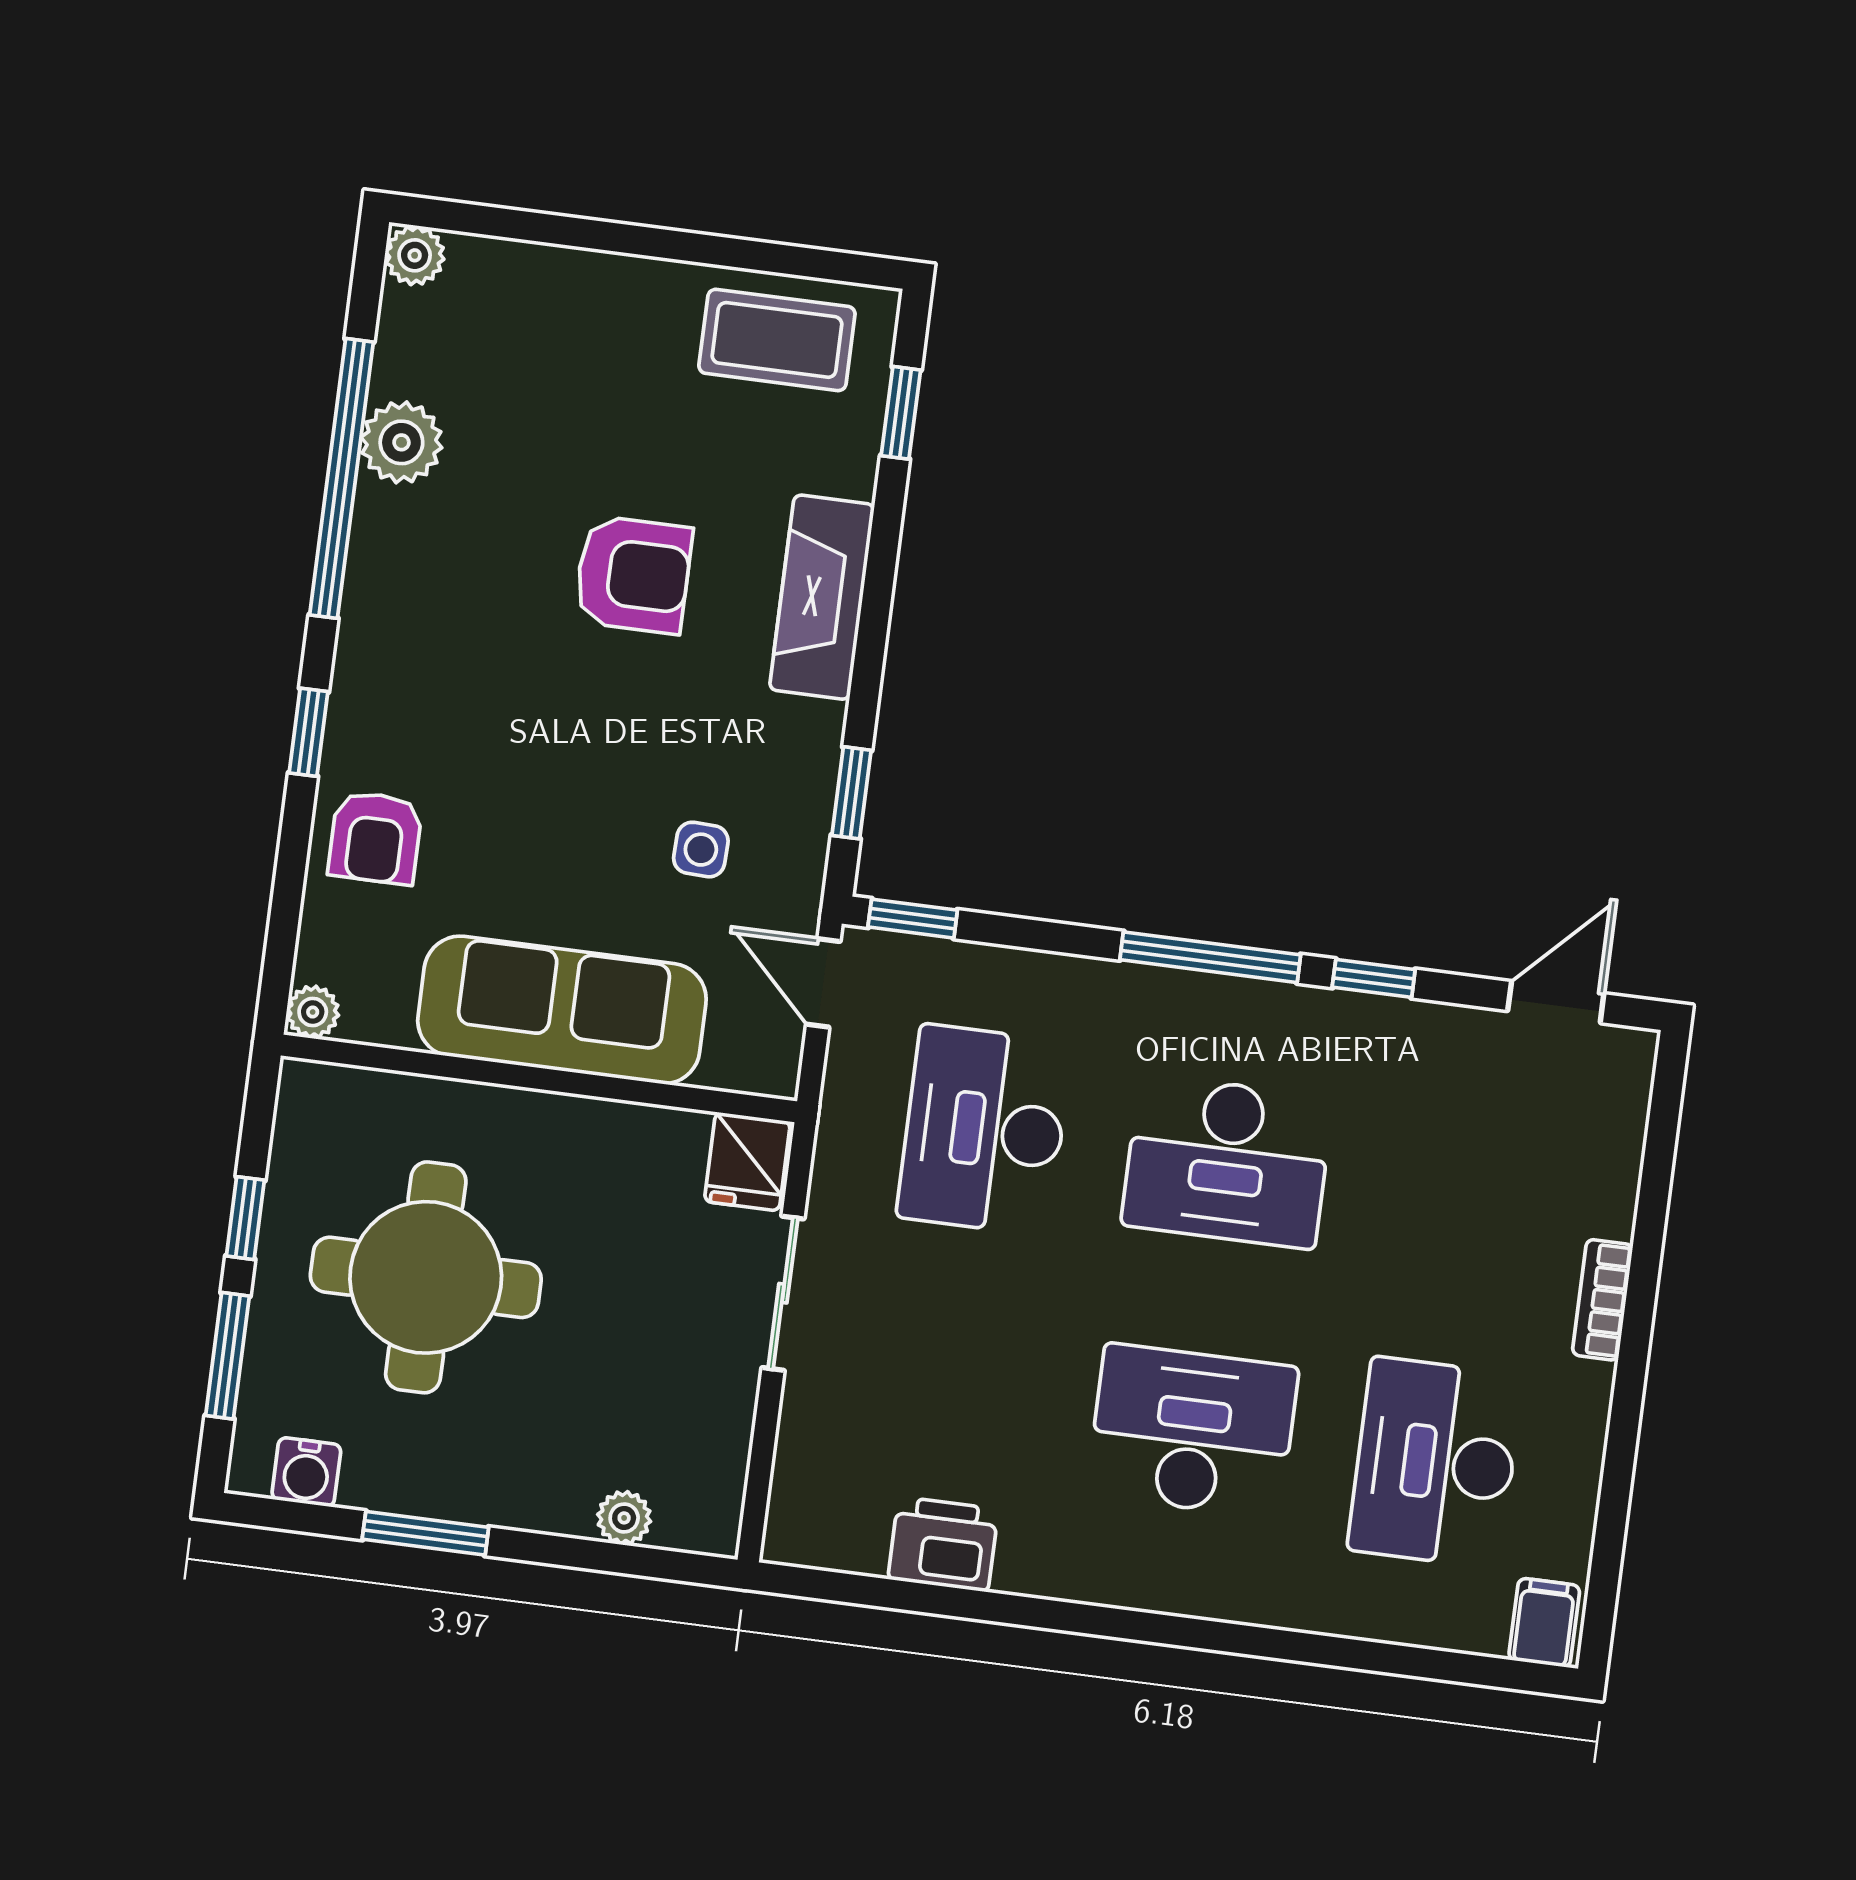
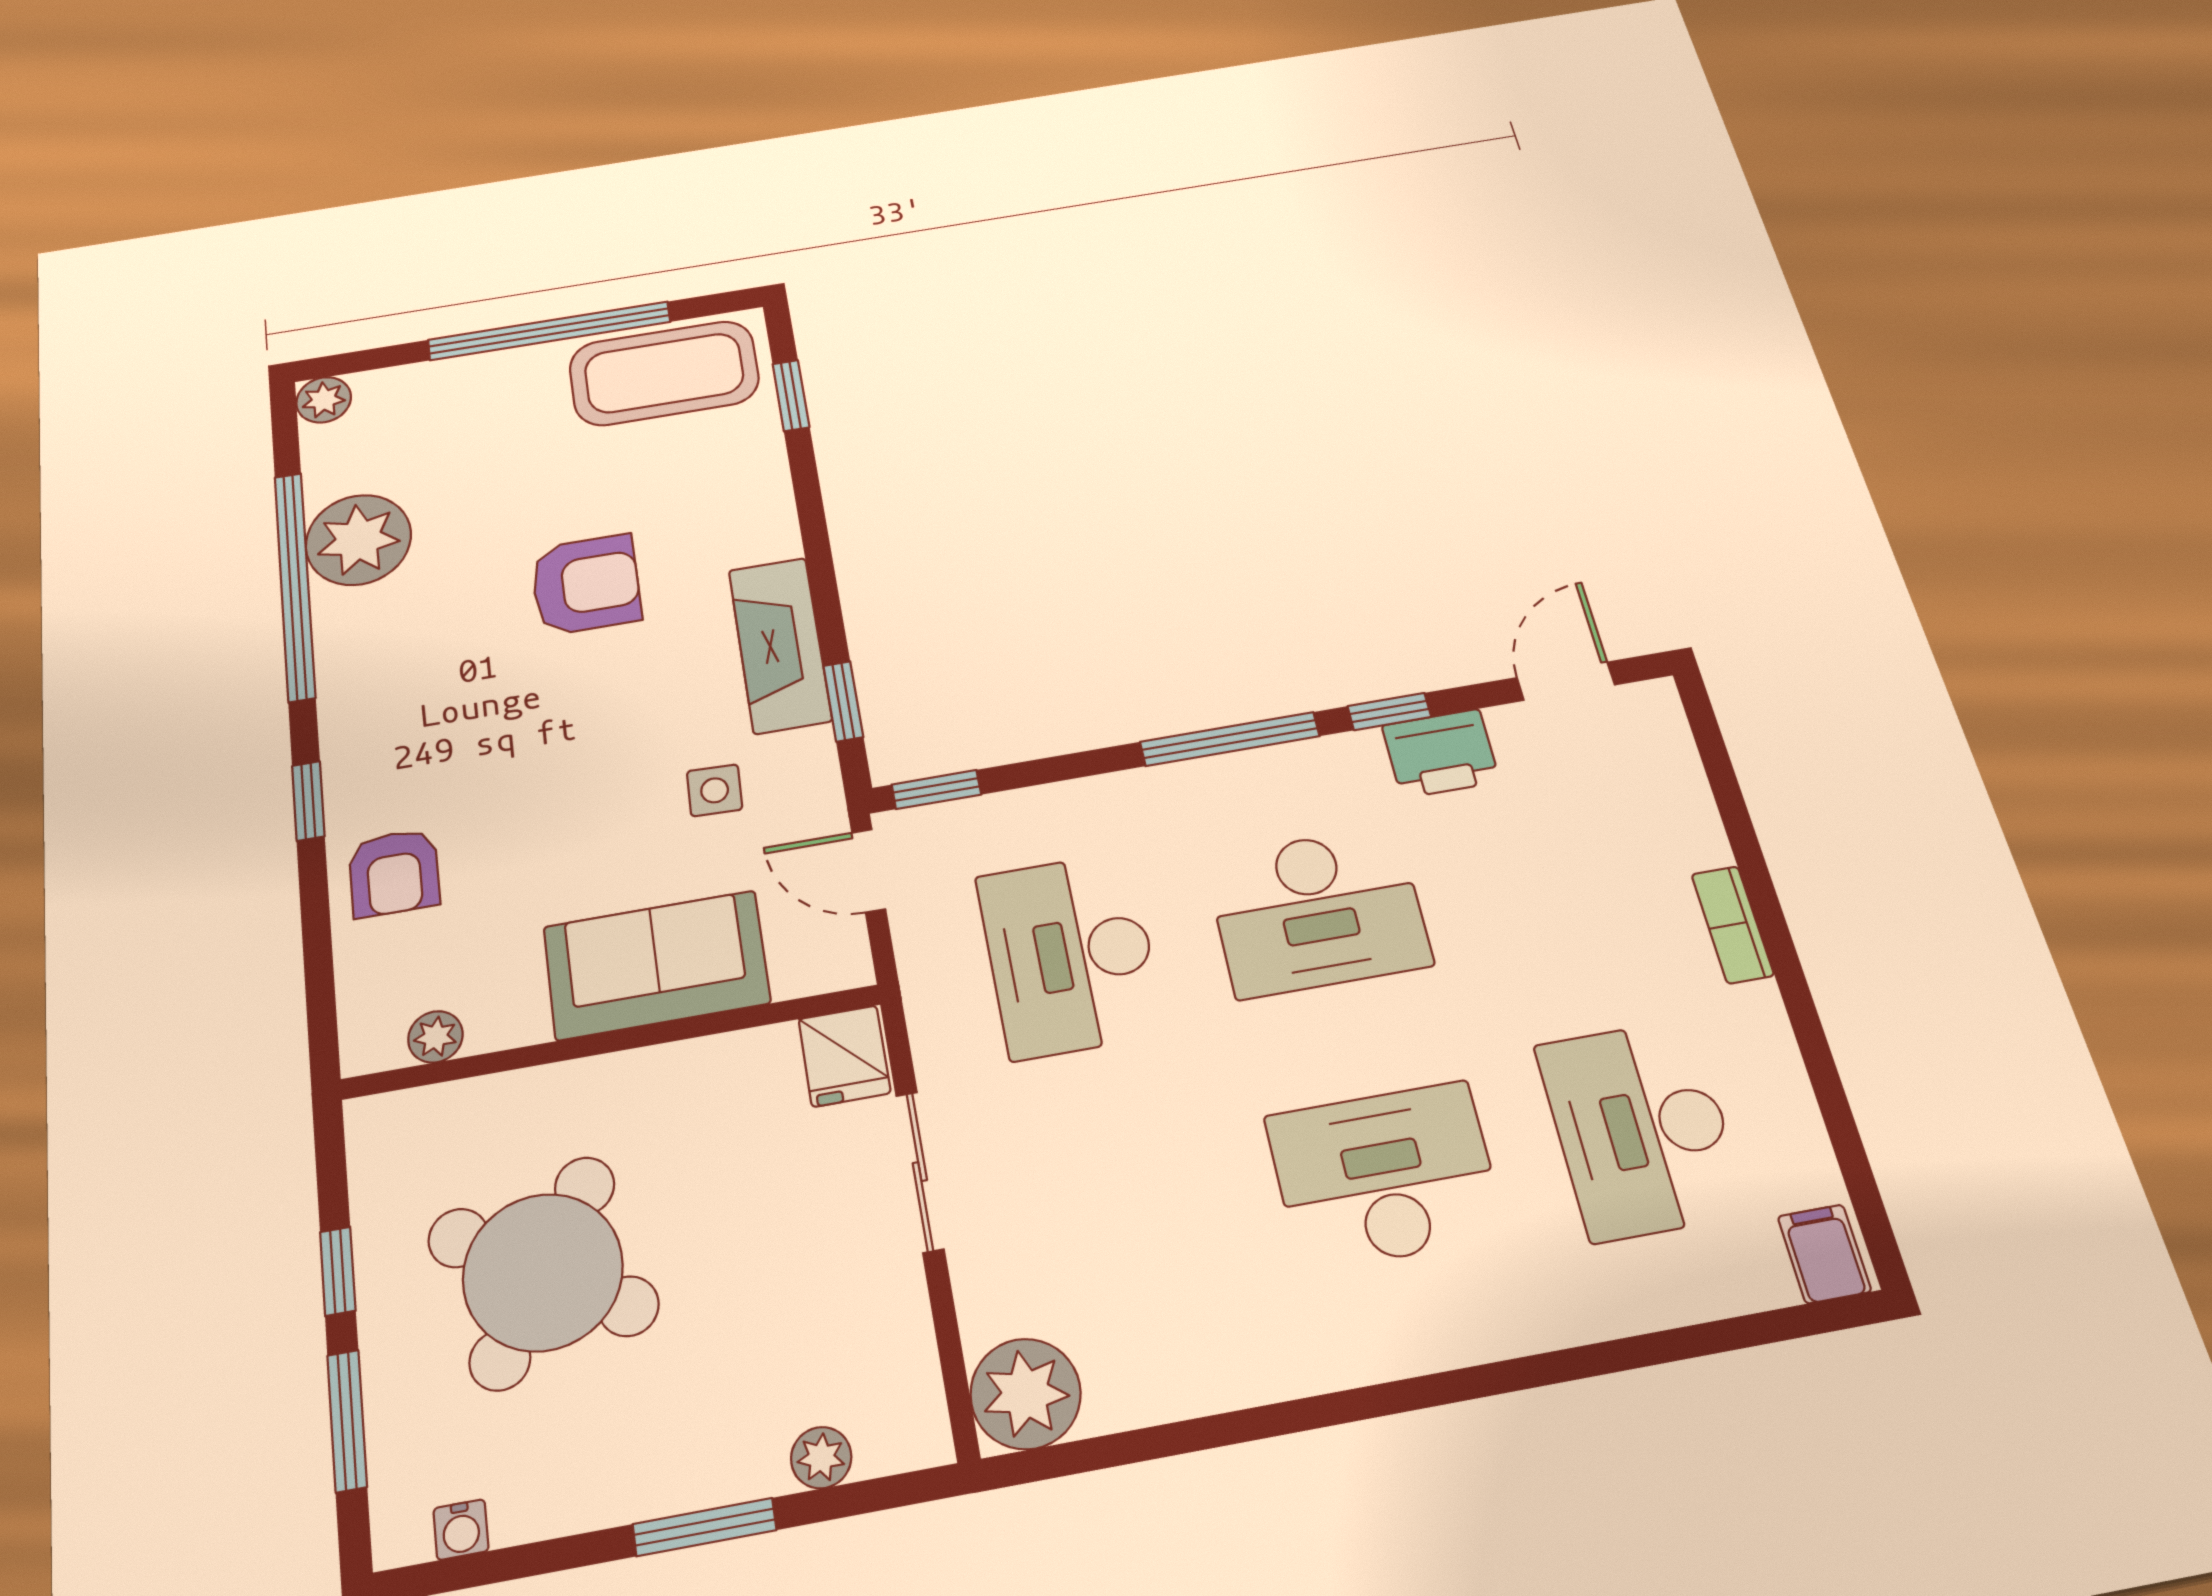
window: (670, 244) -> (549, 331), added
coffee table: (777, 340) -> (664, 373), width x1.36, depth x1.32
plant: (401, 442) -> (358, 540), width x1.36, depth x1.36
fireplace: (822, 597) -> (780, 645), moved
sofa: (562, 1010) -> (656, 965), width x0.73
plant: (313, 1012) -> (435, 1037), moved
round table: (426, 1277) -> (543, 1272), turned 32
water cooler: (306, 1472) -> (461, 1530), width x0.72, depth x0.72
plant: (814, 1520) -> (1026, 1394), added
window: (425, 1533) -> (705, 1527), moved
printer: (943, 1544) -> (1441, 753), moved, turned 180

